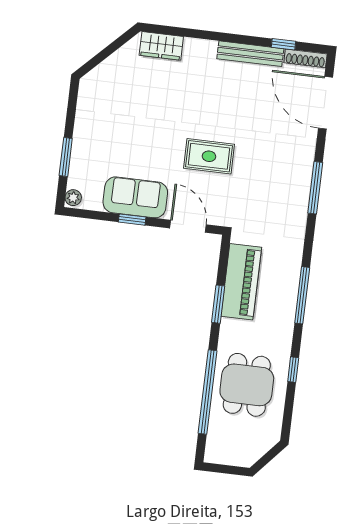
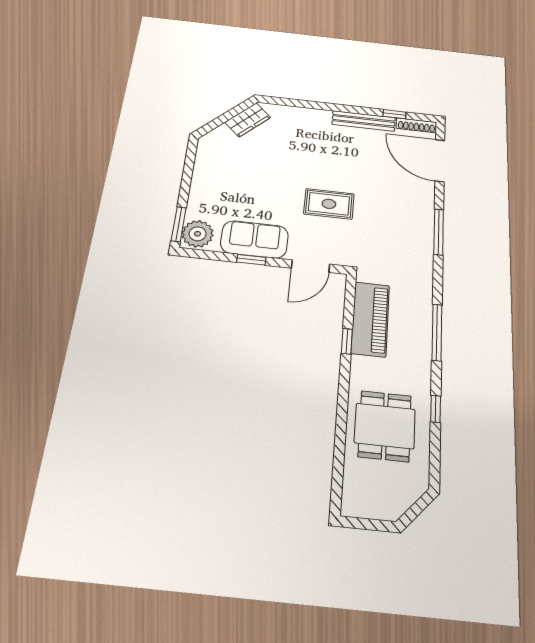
wardrobe: (161, 46) -> (248, 120), moved, turned -45
window: (66, 157) -> (179, 224), moved
plant: (73, 198) -> (198, 234), width x1.88, depth x1.88
door: (188, 226) -> (310, 266), swing flipped
window: (218, 304) -> (347, 341), width x0.67
window: (208, 392) -> (340, 434), removed

